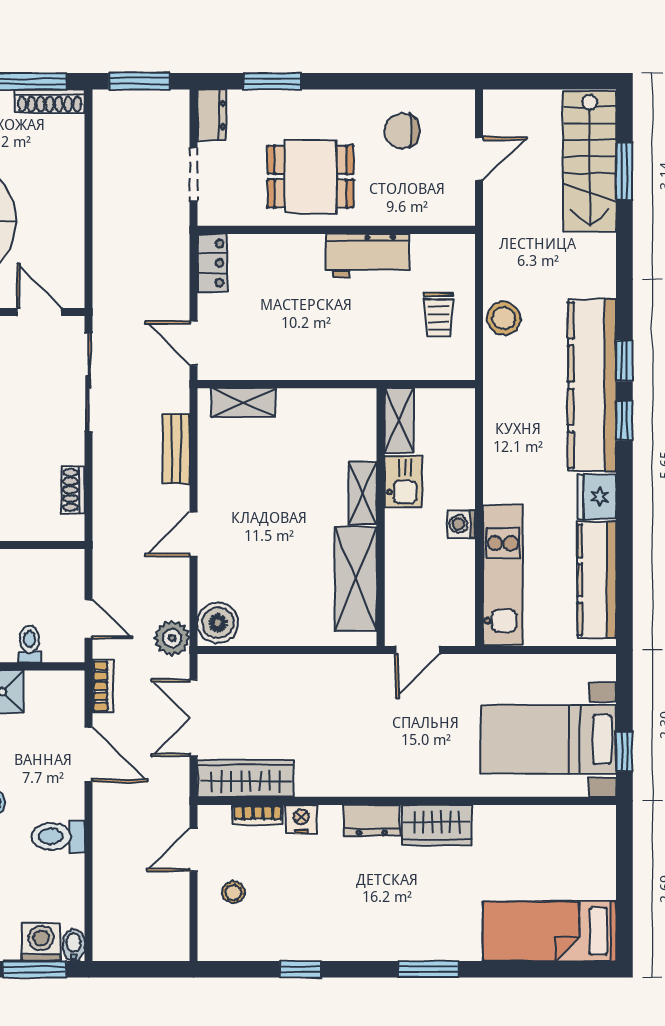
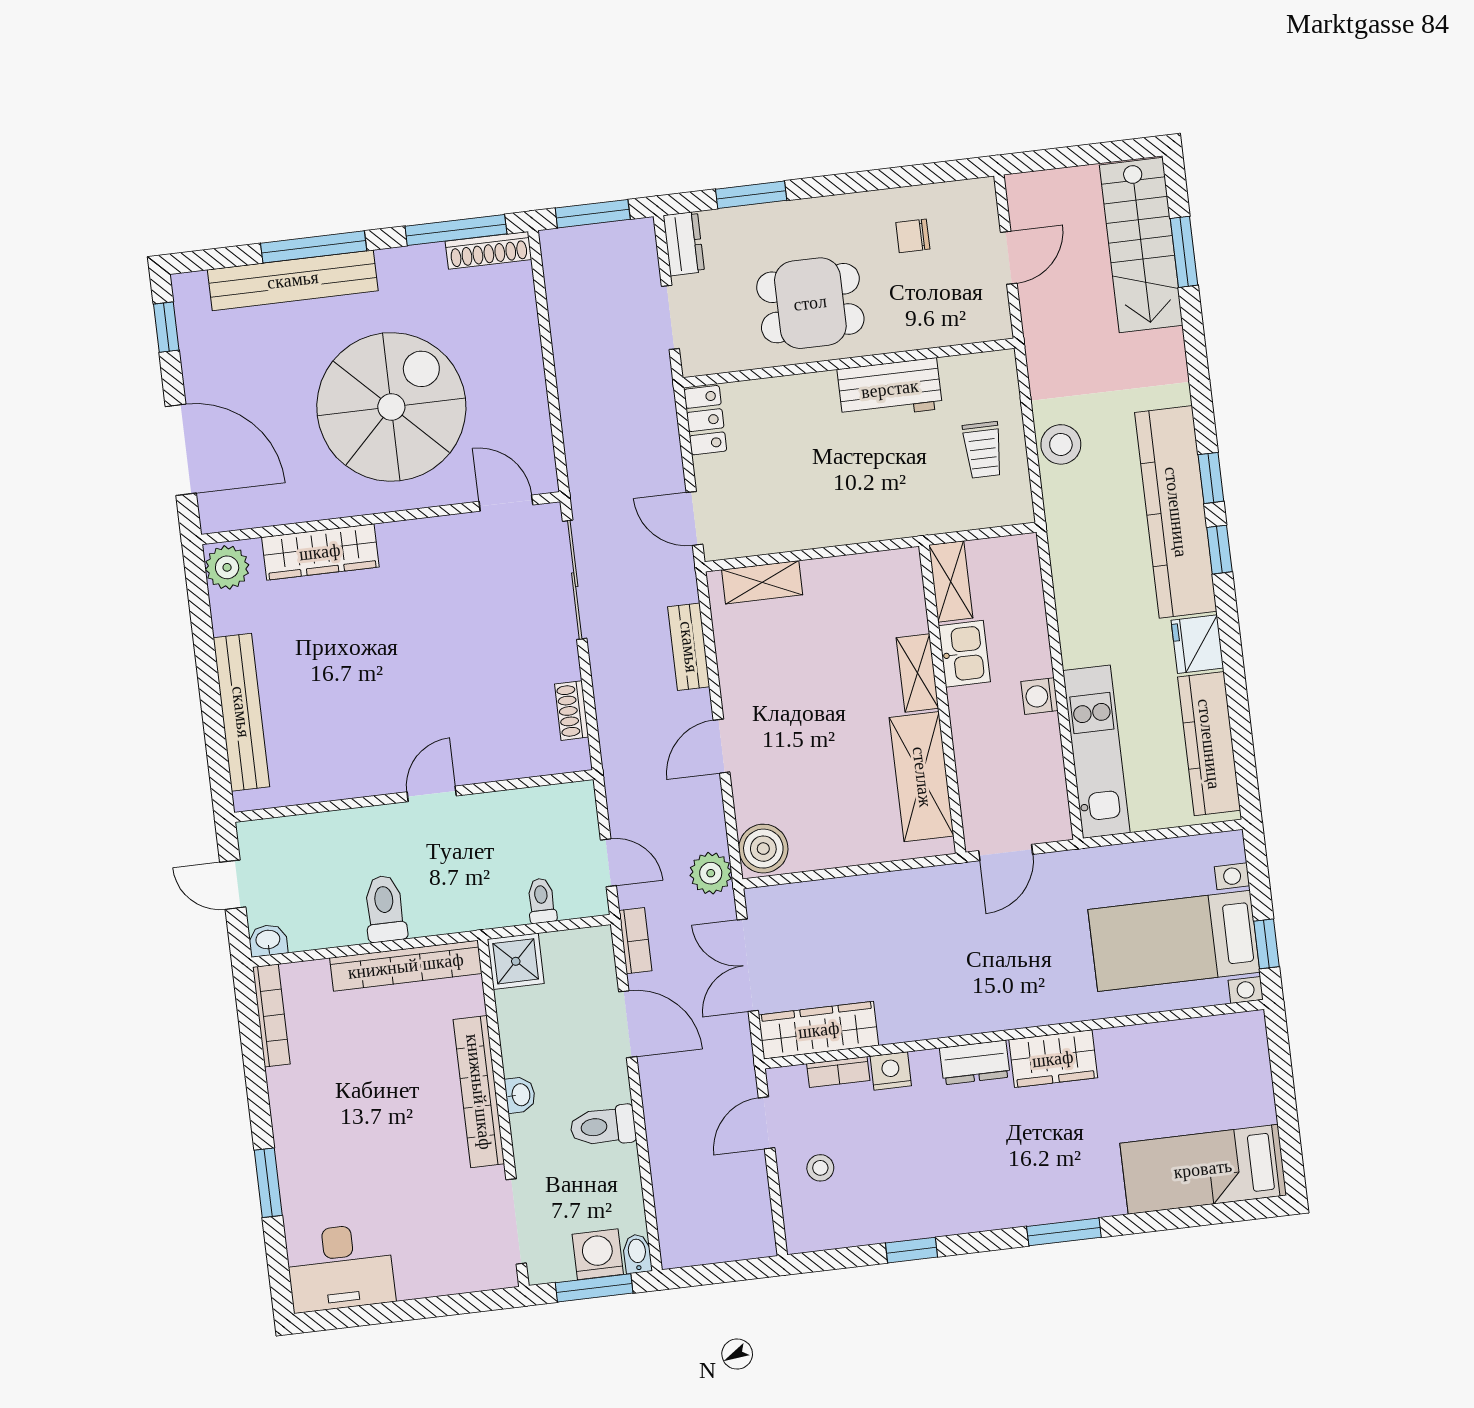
chair: (402, 131) -> (913, 236), width x0.73, depth x0.73

